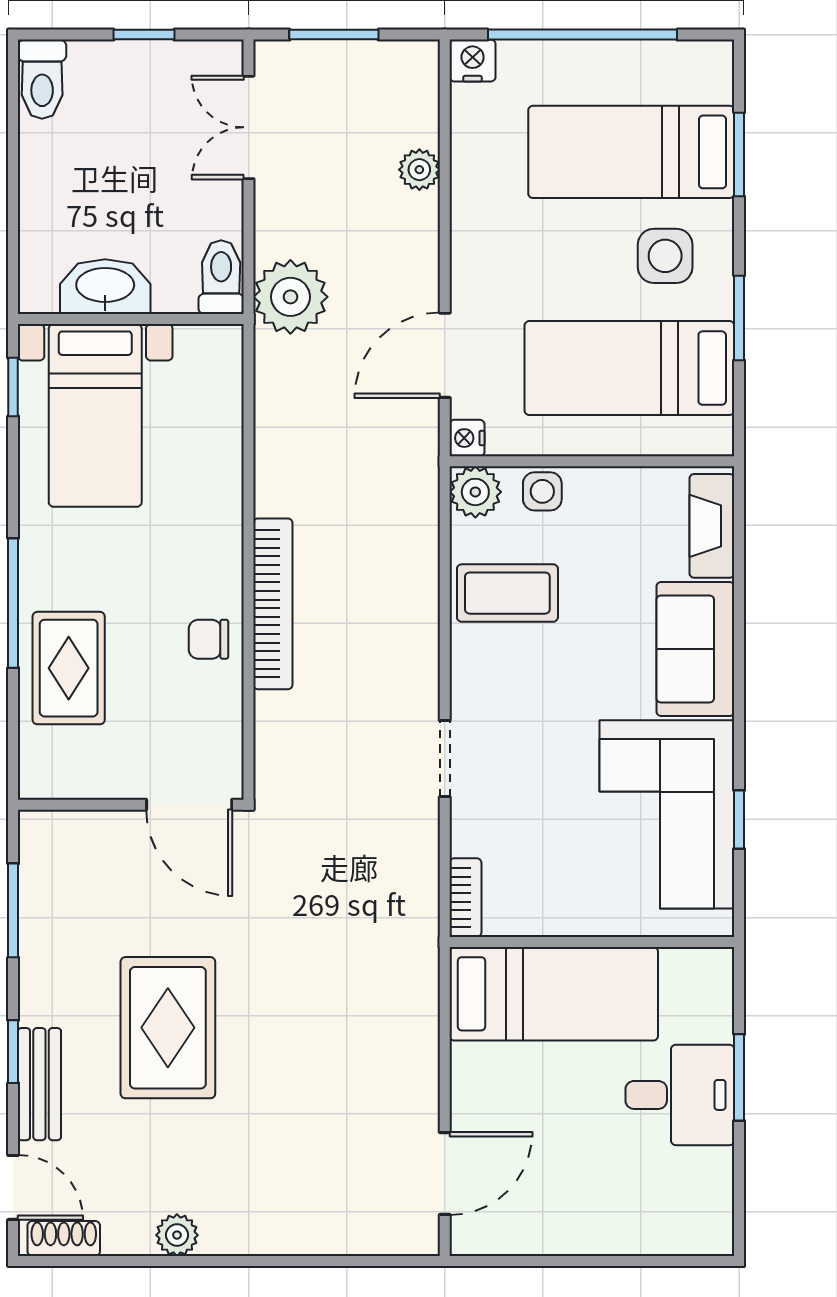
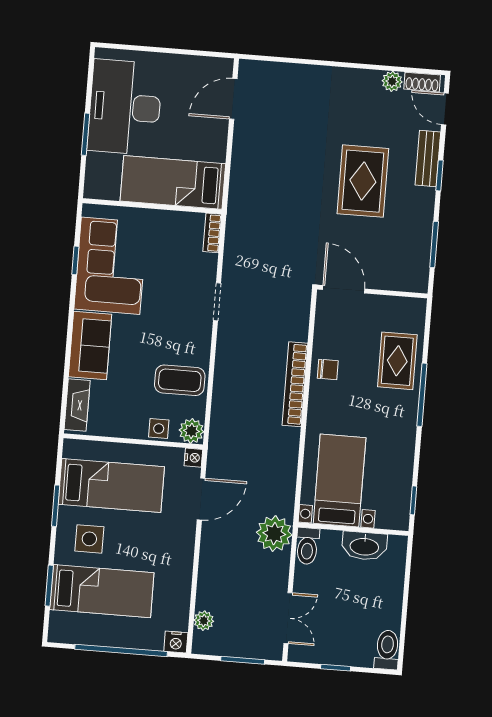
plant: (419, 170) -> (204, 621), moved
bed with nightstands: (95, 415) -> (340, 481), moved
desk: (680, 1095) -> (125, 107), width x1.87, depth x1.30
plant: (177, 1235) -> (392, 81), moved

